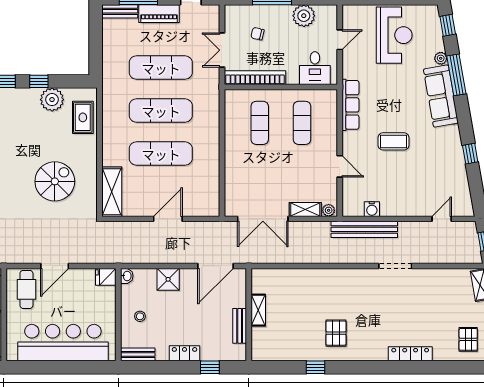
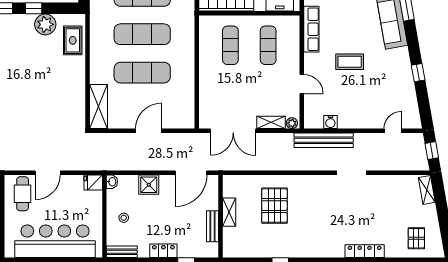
spiral stairs: (55, 181) -> (48, 97), removed
pallet: (336, 333) -> (274, 206), moved, width x1.50, depth x1.42

